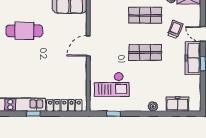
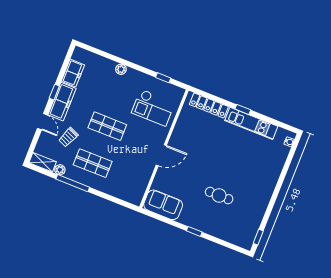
cafe table: (24, 31) -> (219, 195), width x0.73, depth x0.74
checkout: (112, 84) -> (153, 108), turned 180
freezer: (177, 104) -> (73, 73), moved, turned -90

